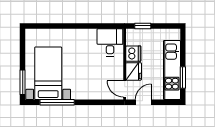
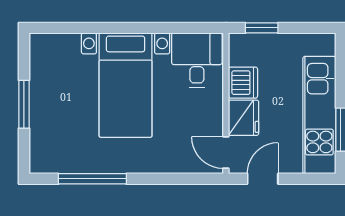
bed with nightstands: (48, 73) -> (126, 85), moved, turned 180
window: (23, 82) -> (24, 104), moved

